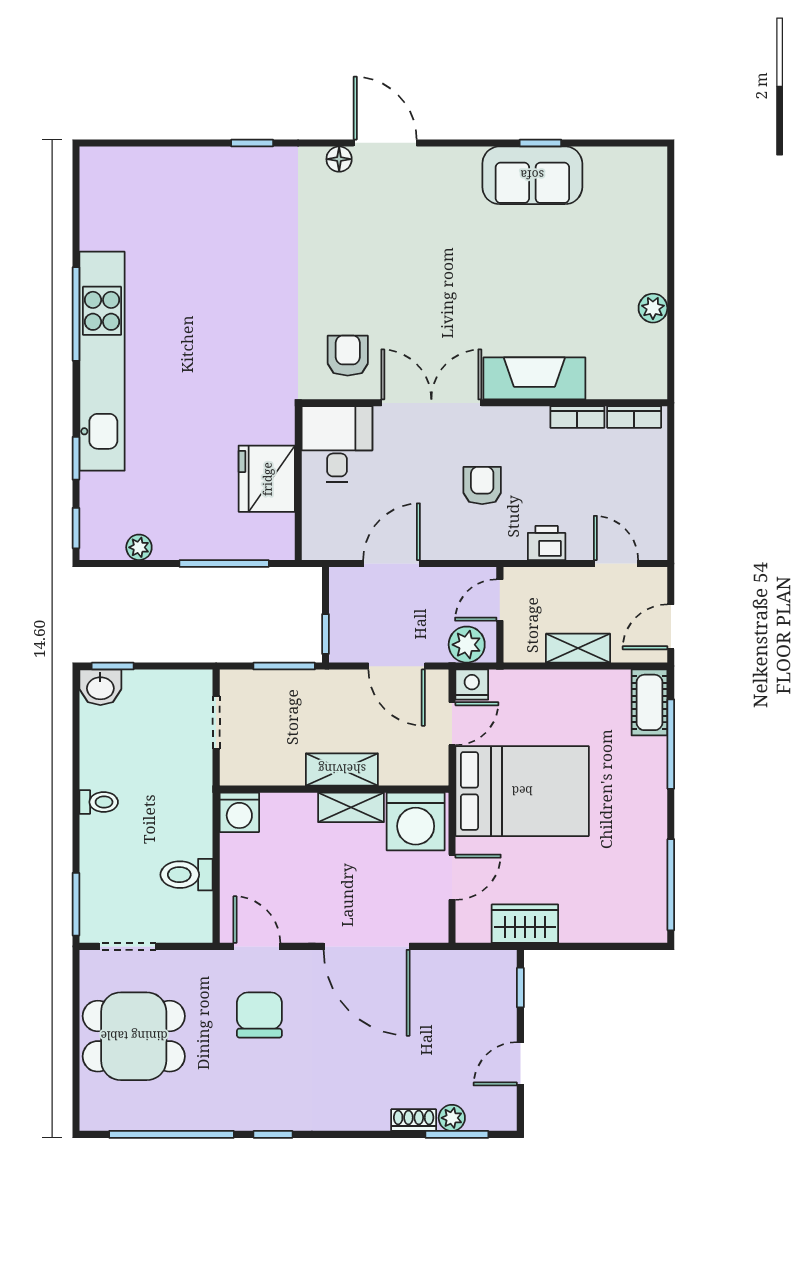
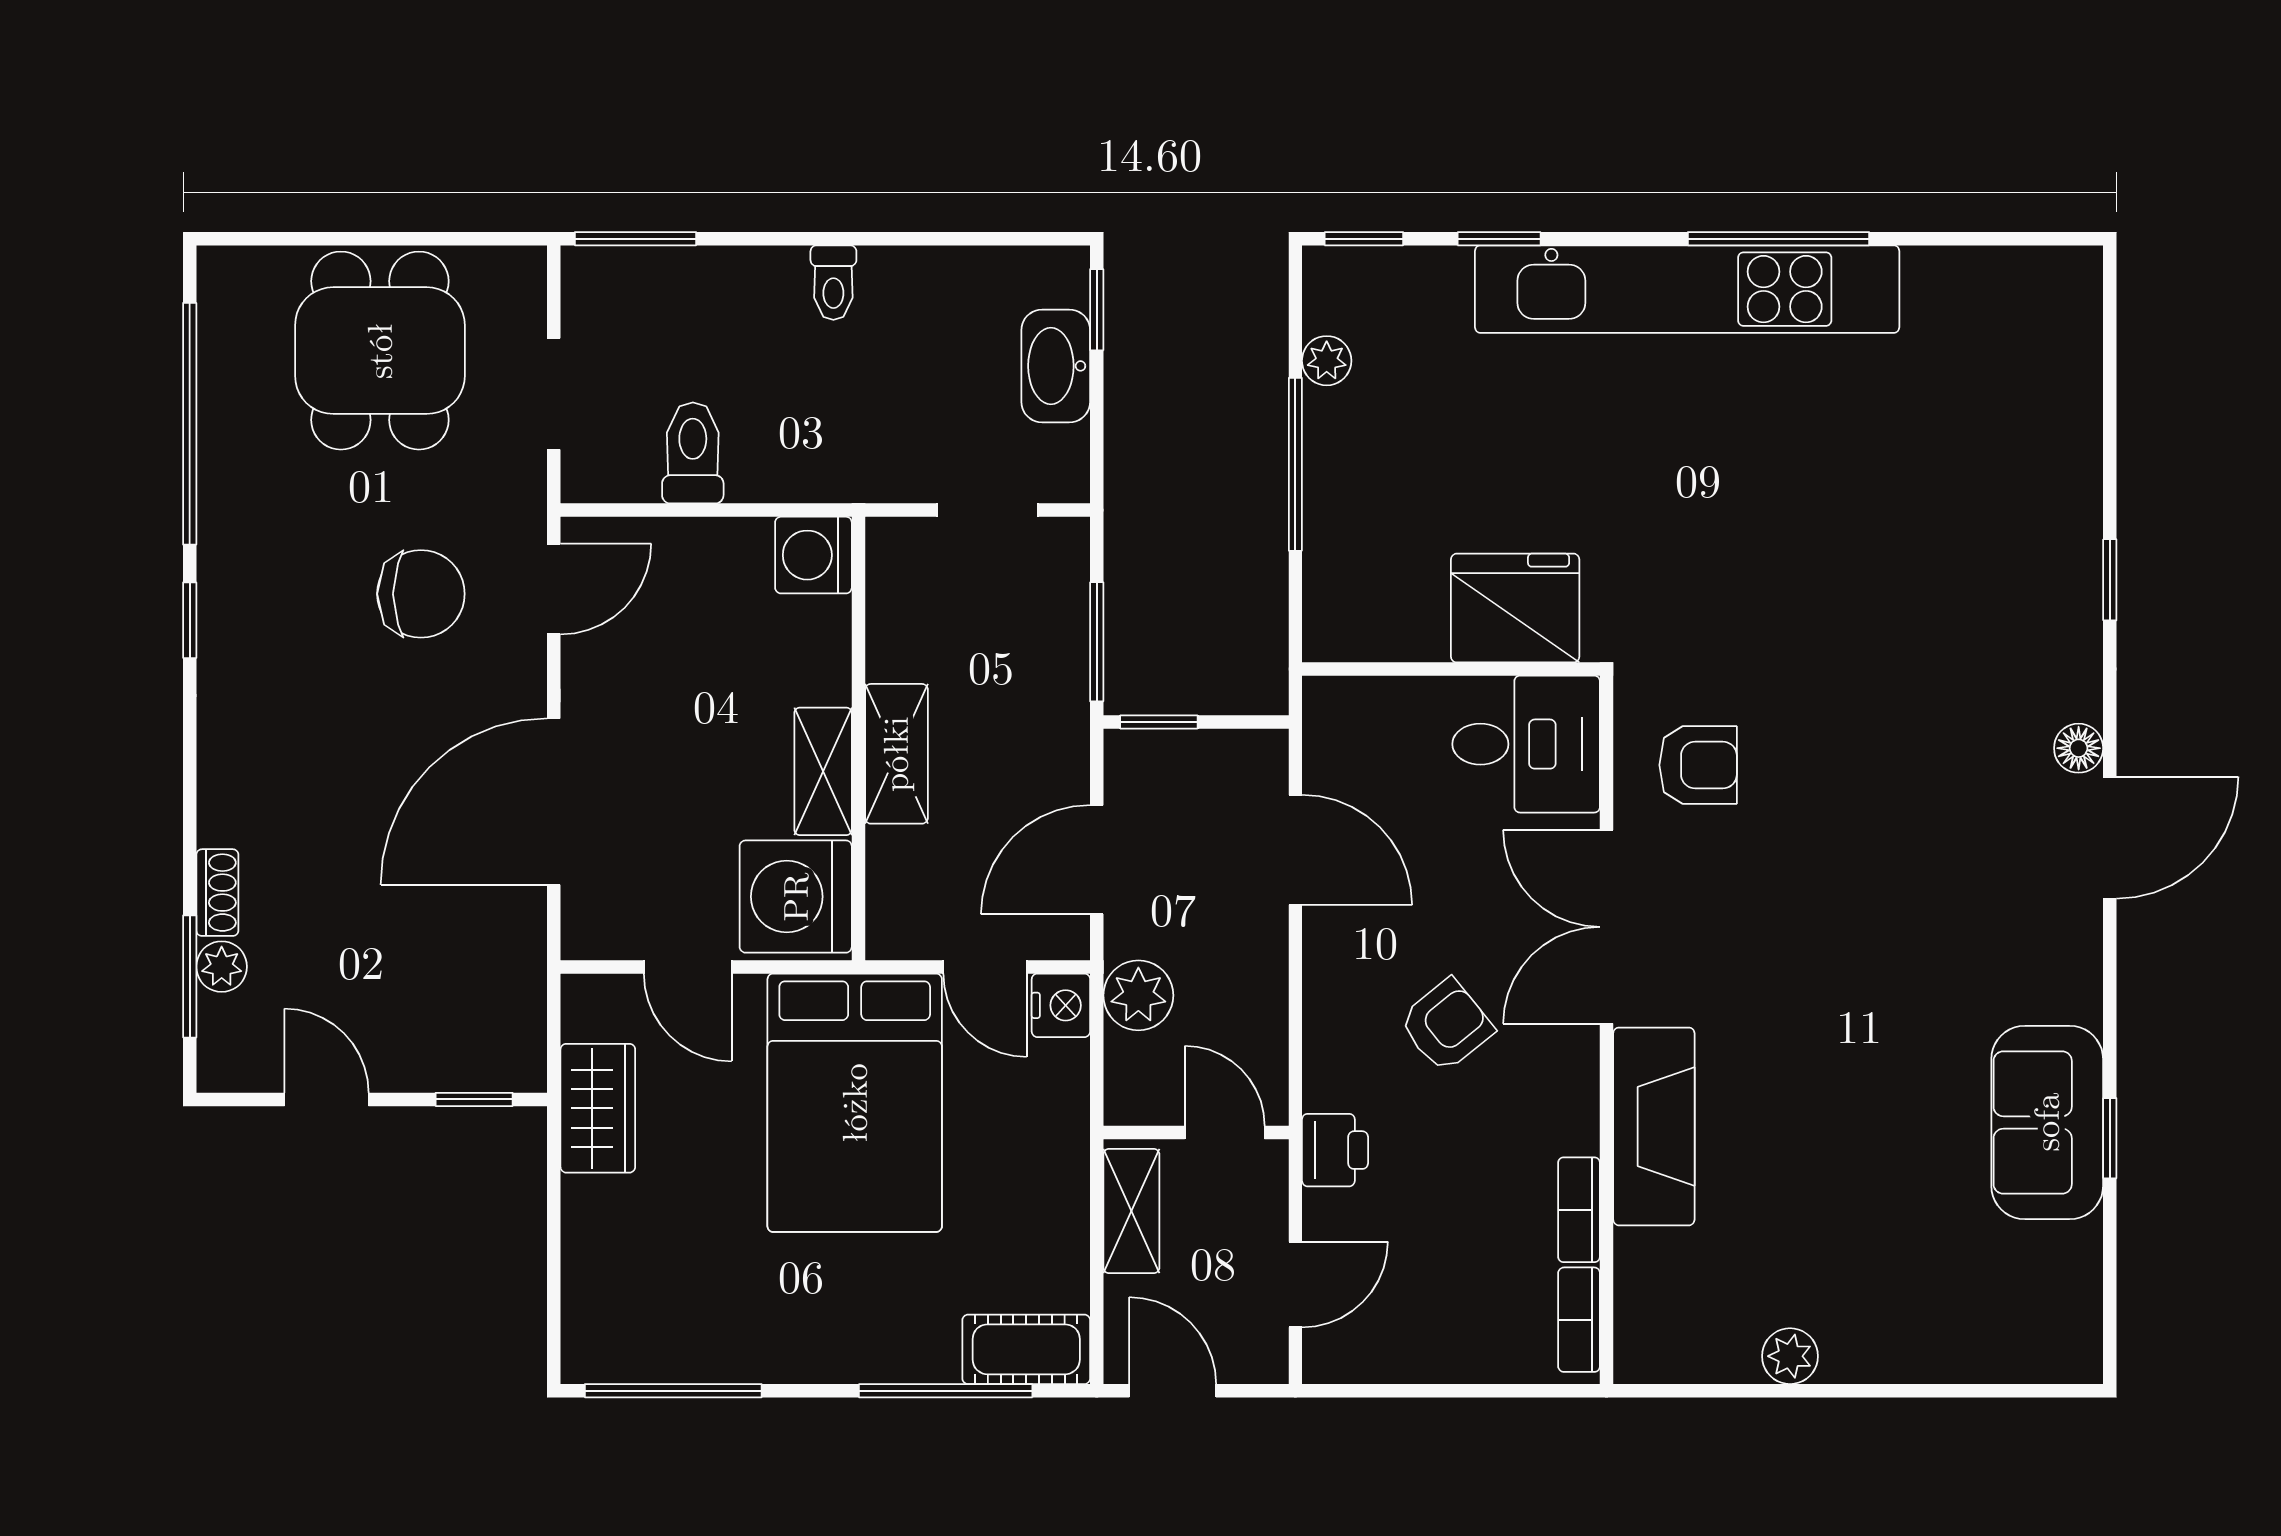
double door: (431, 403) -> (1607, 927), swing flipped
fridge: (267, 479) -> (1515, 608), moved
armchair: (482, 486) -> (1446, 1025), turned -39
window: (224, 563) -> (1295, 464), moved
door: (500, 600) -> (1225, 1132), moved
wall: (500, 615) -> (1196, 1132), moved
washbasin: (100, 687) -> (1056, 366), moved, width x1.38
doorway: (128, 946) -> (554, 394), moved

